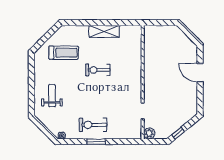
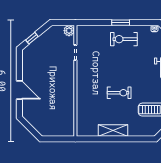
exercise bike: (93, 125) -> (124, 39), turned 180
window: (178, 133) -> (32, 38), moved

